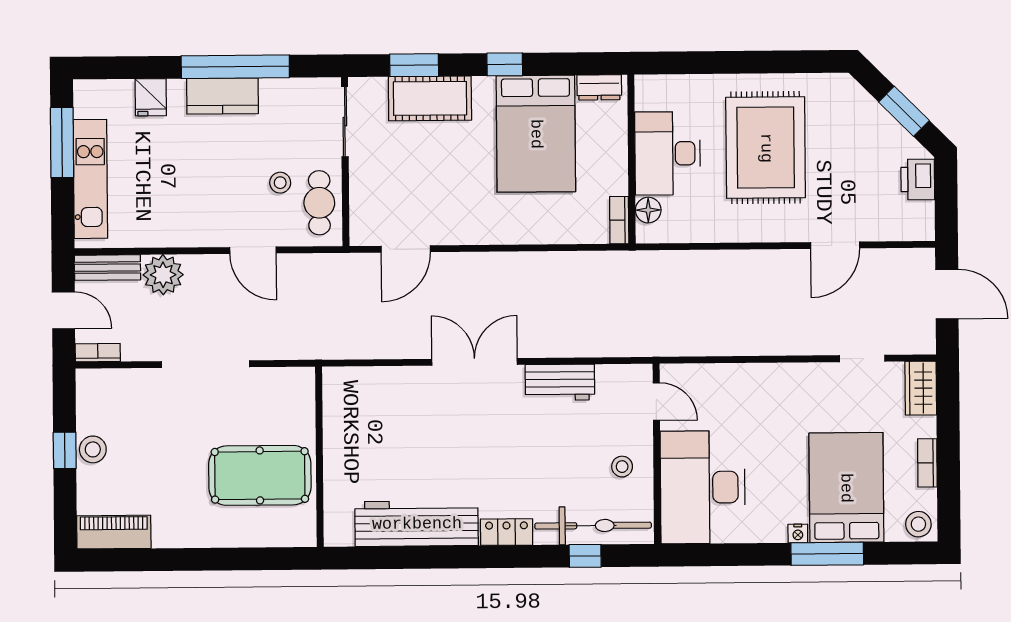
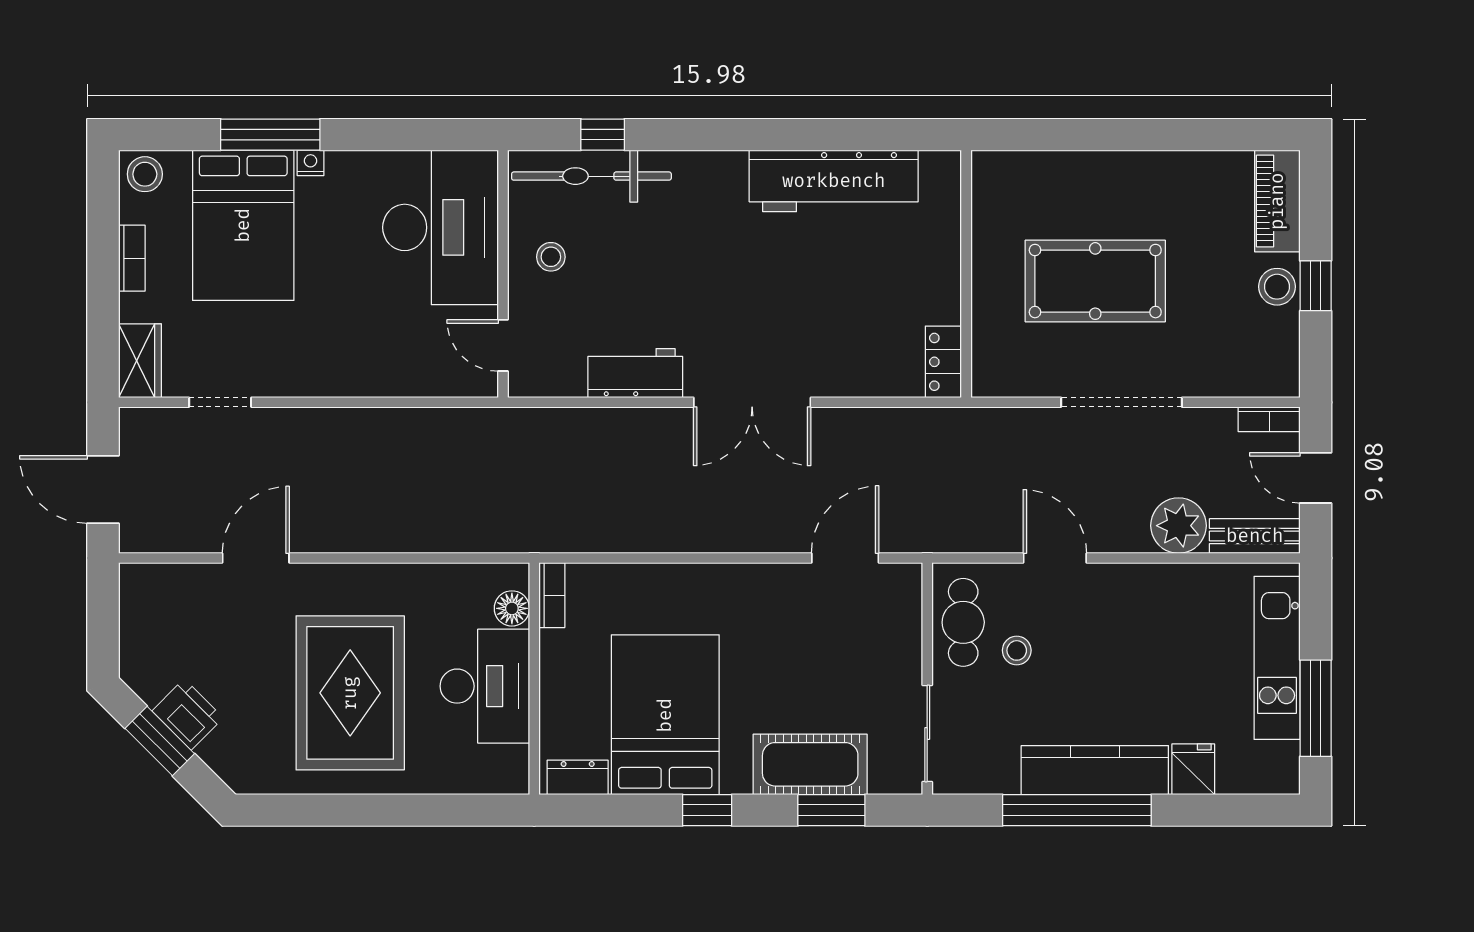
kitchen counter: (222, 96) -> (1095, 770), width x1.50
printer: (918, 179) -> (188, 714), moved, turned -45
pool table: (260, 475) -> (1095, 281), moved
piano: (114, 532) -> (1277, 201), moved, turned 90
locker: (507, 532) -> (943, 362), moved, turned 90

